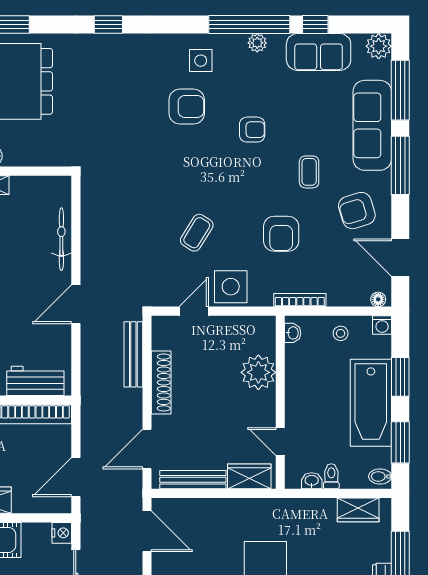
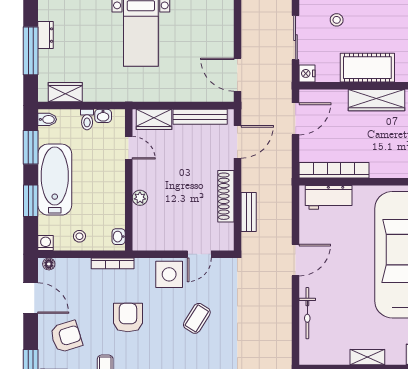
bench: (133, 354) -> (249, 212), width x0.73
plant: (258, 372) -> (140, 198), width x0.53, depth x0.53

